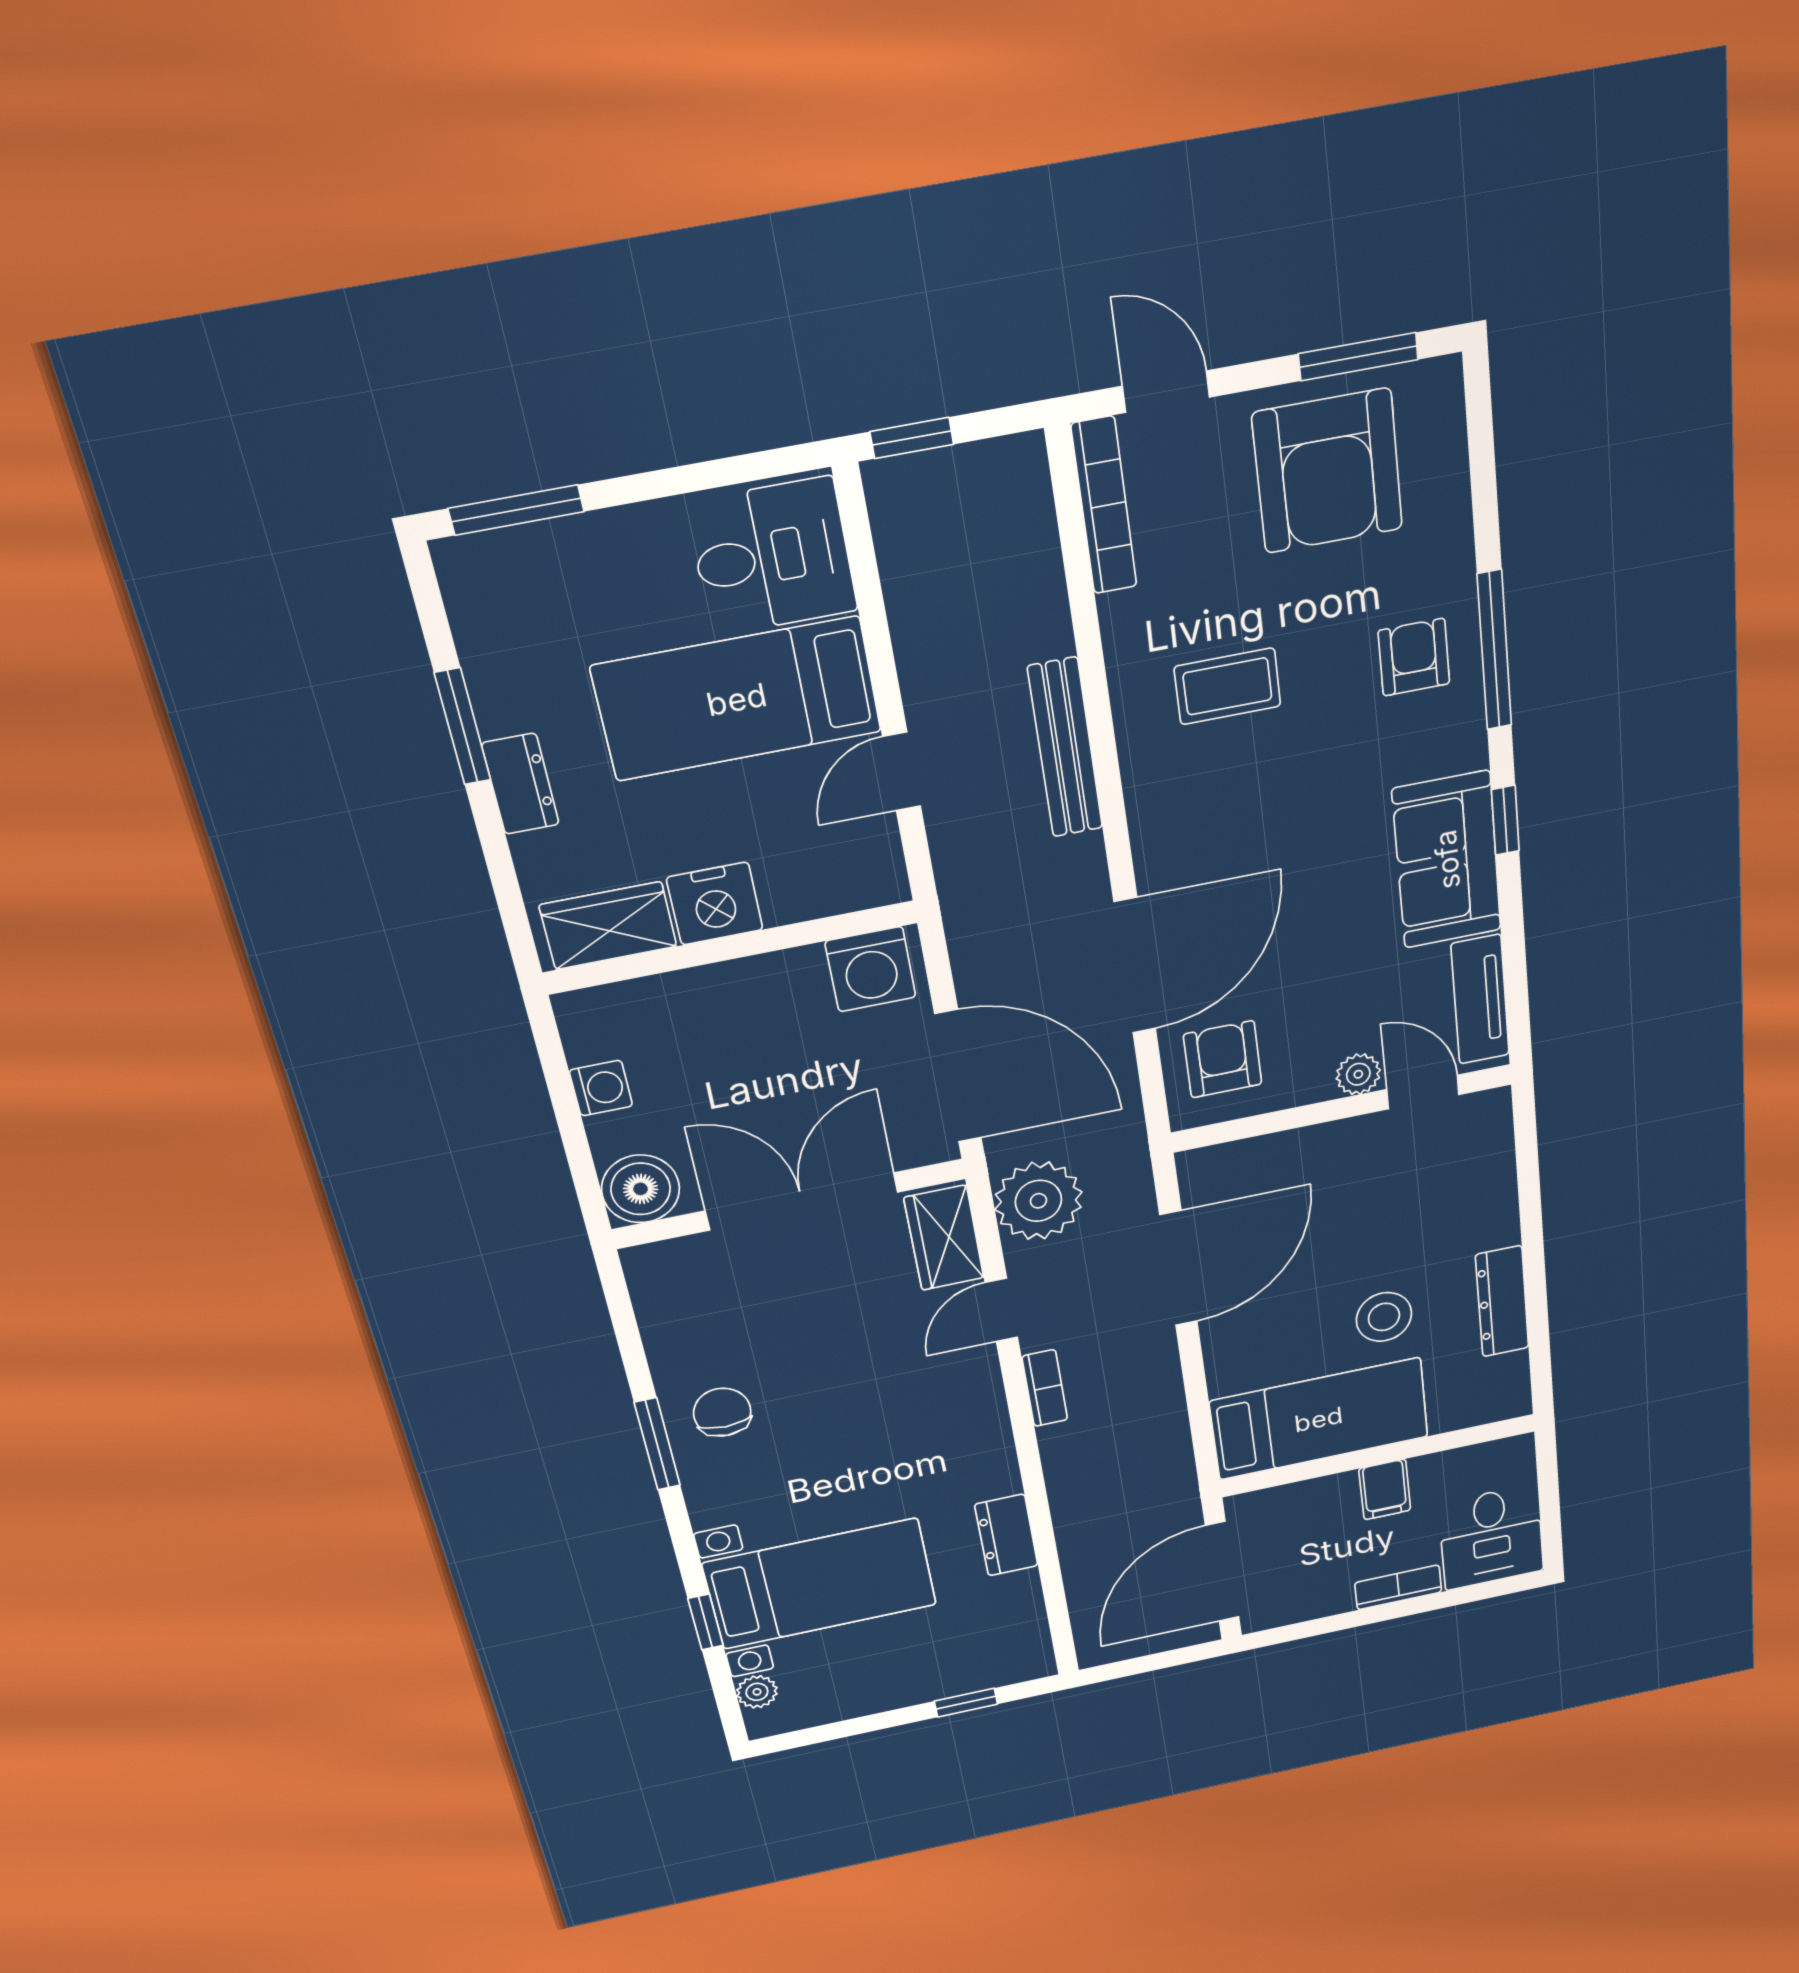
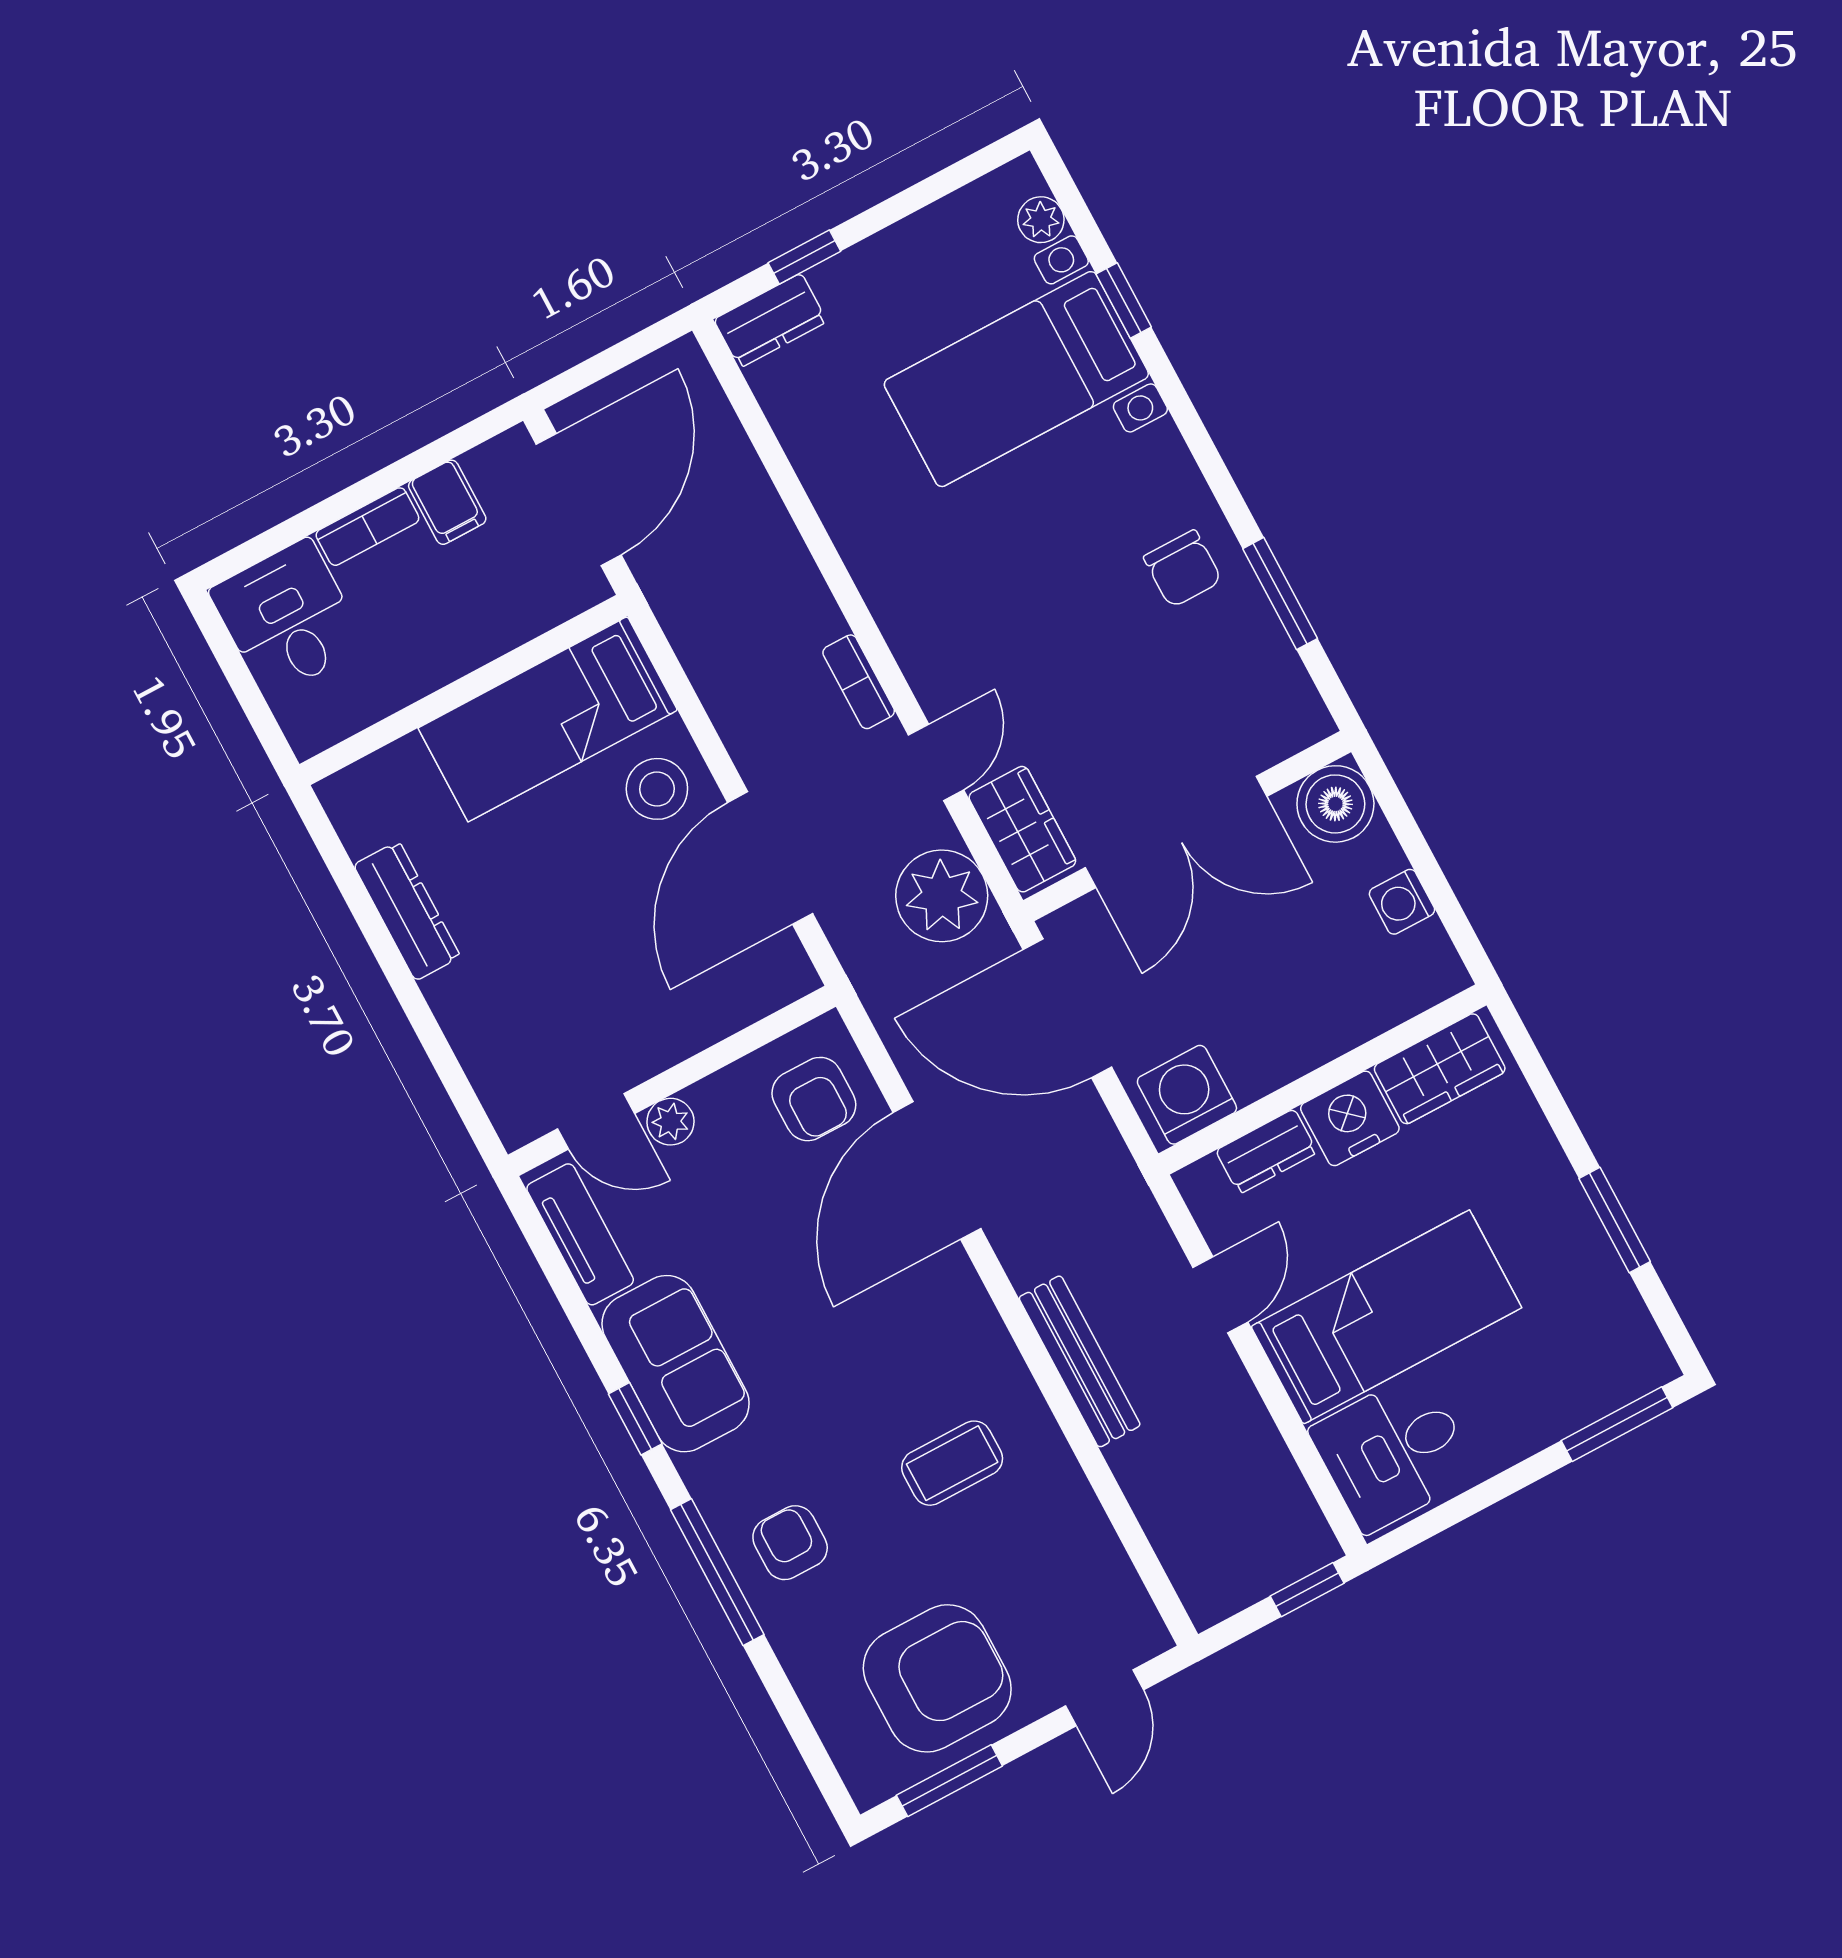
door: (1166, 392) -> (1104, 1698), hinge flipped
armchair: (1328, 471) -> (937, 1678), turned 90
bookcase: (1104, 506) -> (1123, 1586), removed
armchair: (1414, 657) -> (790, 1543), turned 180
dresser: (520, 784) -> (1267, 1151), moved, turned -90
stool: (1384, 1317) -> (657, 789), moved
window: (657, 1444) -> (1280, 594), moved
filing cabinet: (1385, 1489) -> (447, 502), moved, turned 180
dresser: (1006, 1535) -> (770, 321), moved, turned 90

